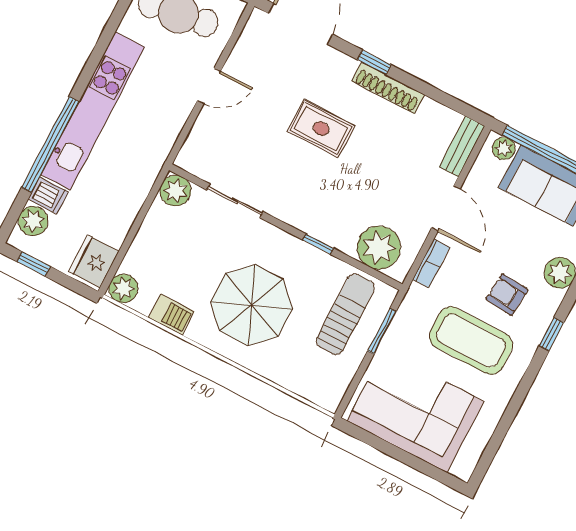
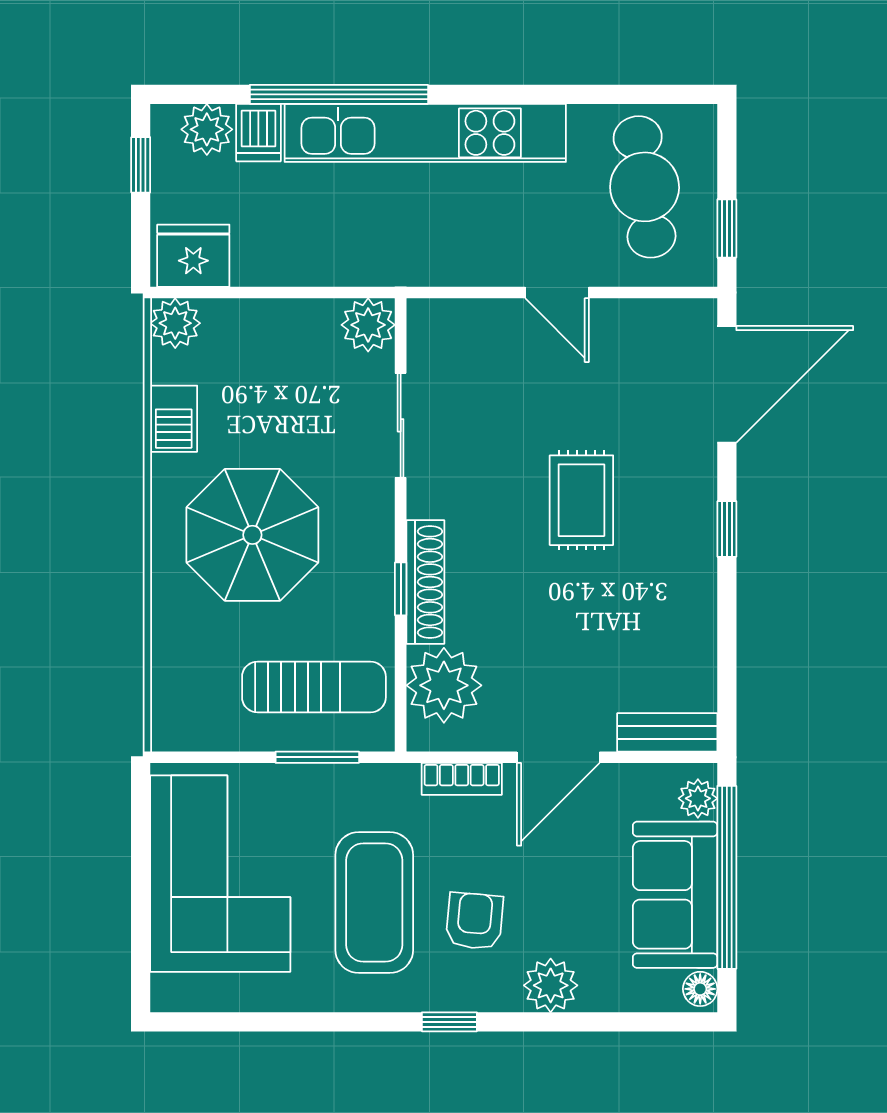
shoe rack: (388, 88) -> (425, 582), moved, turned 180

